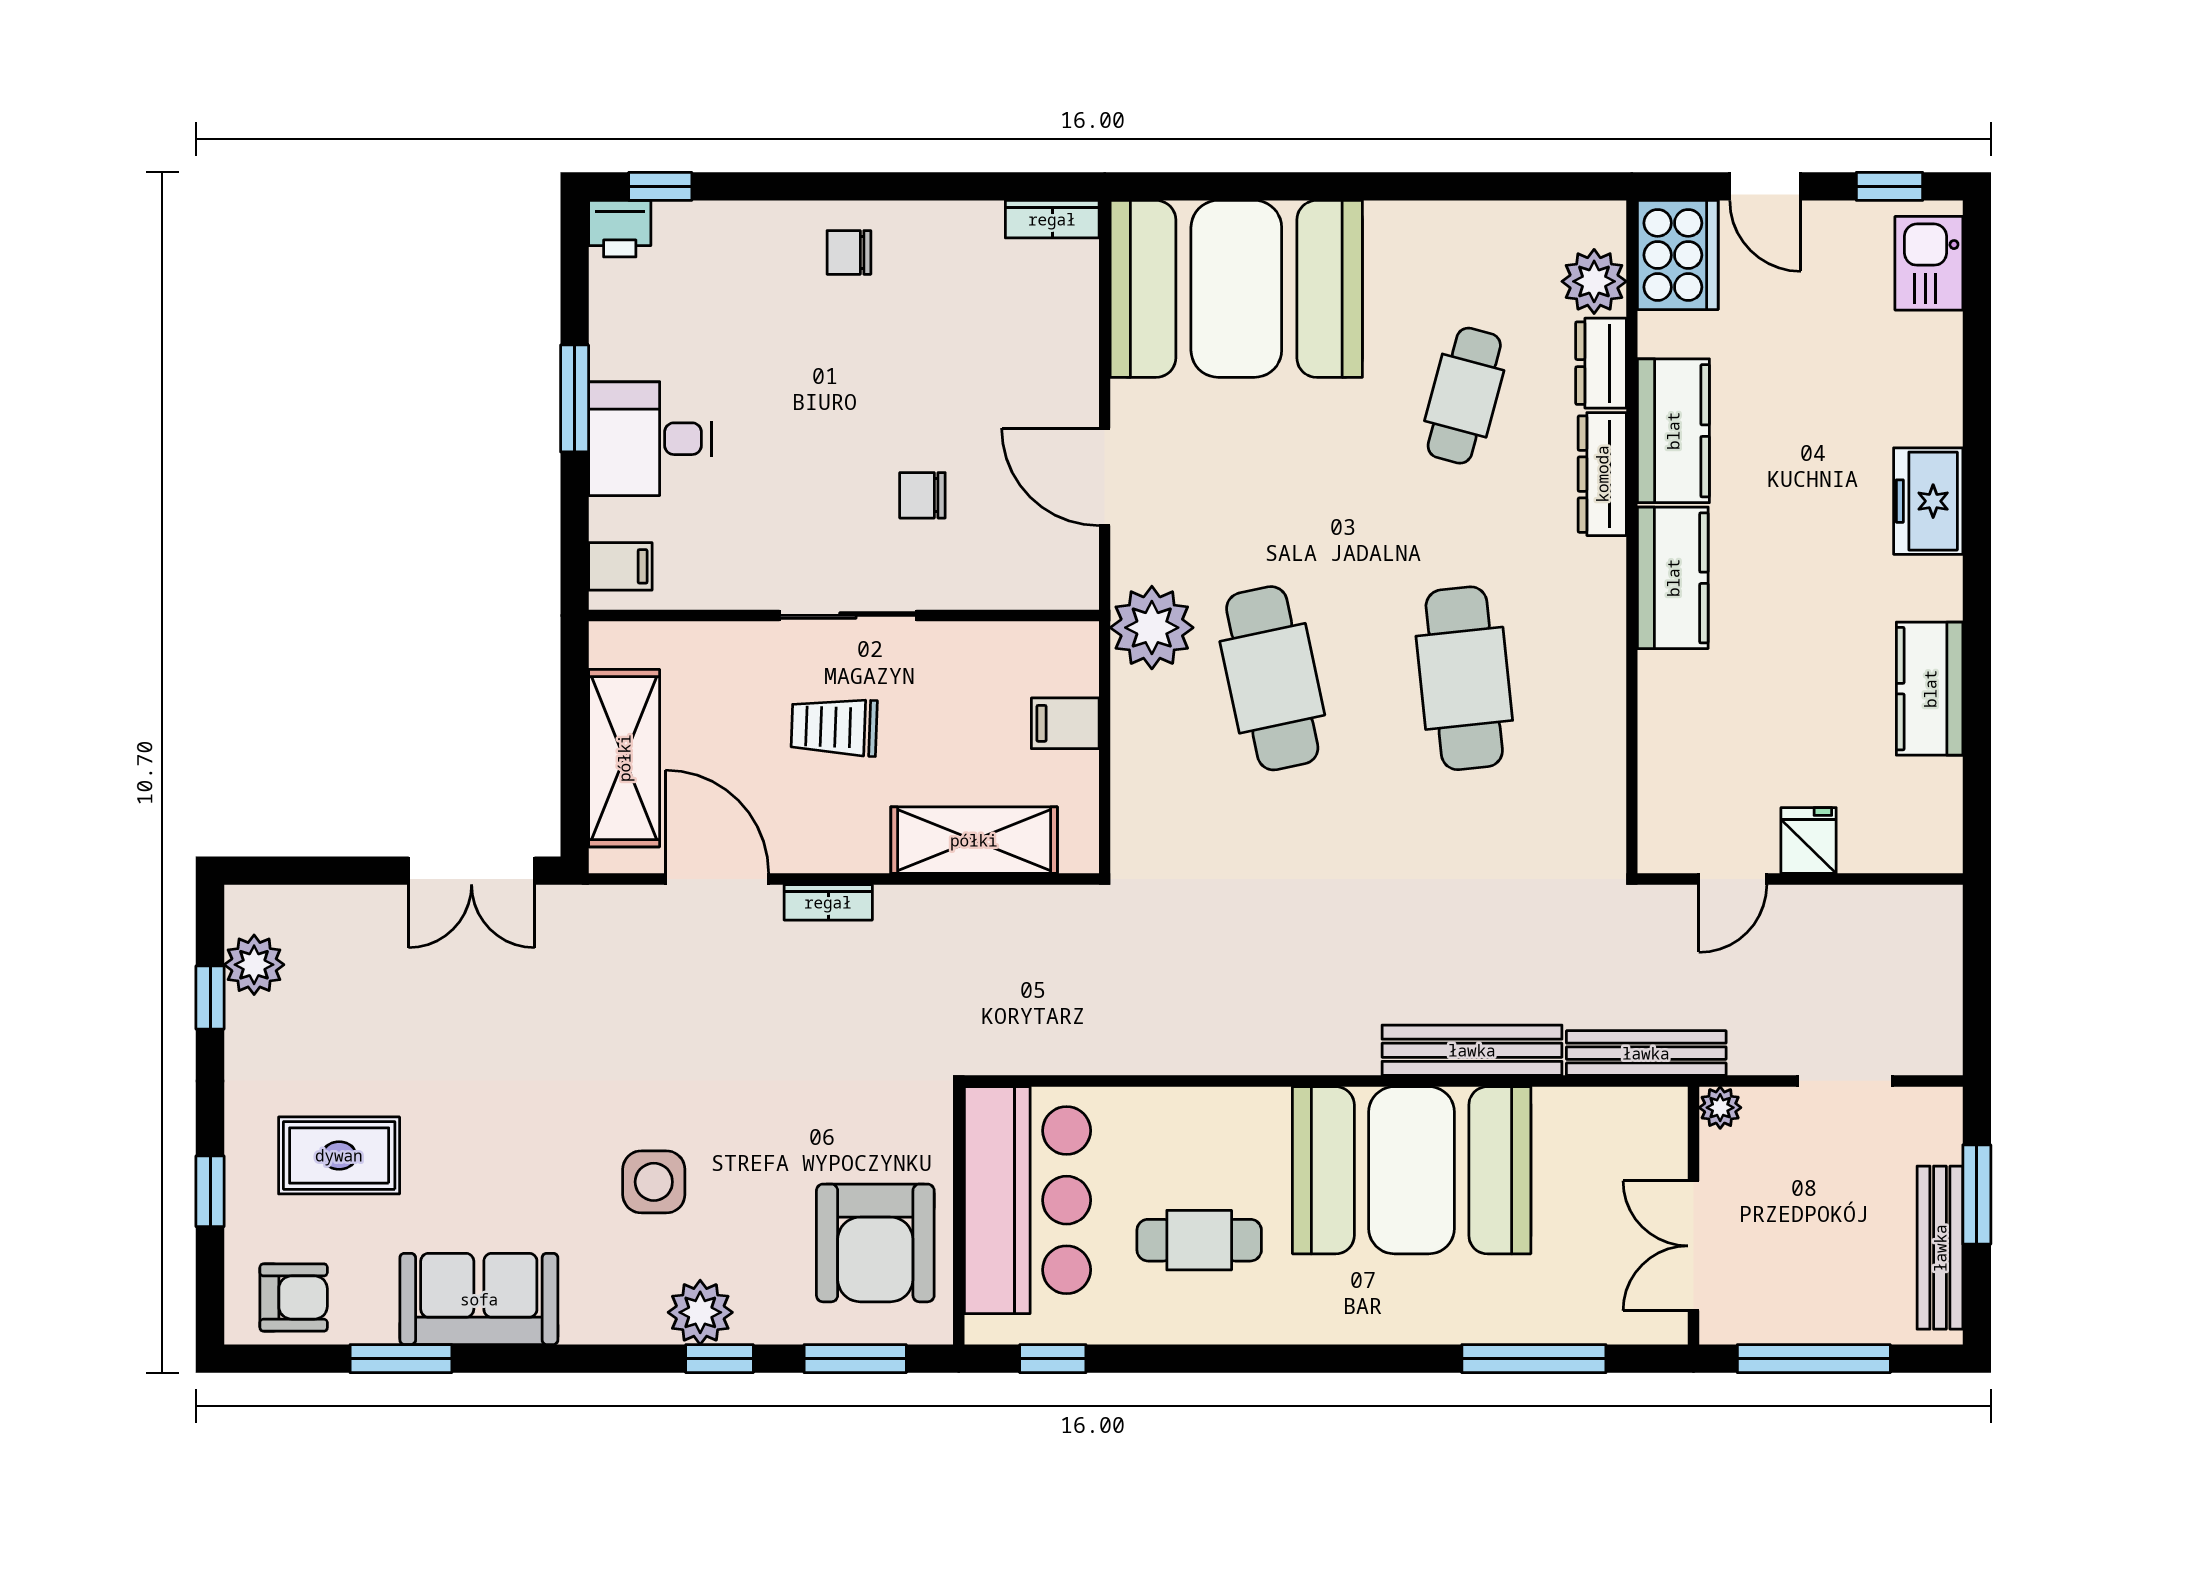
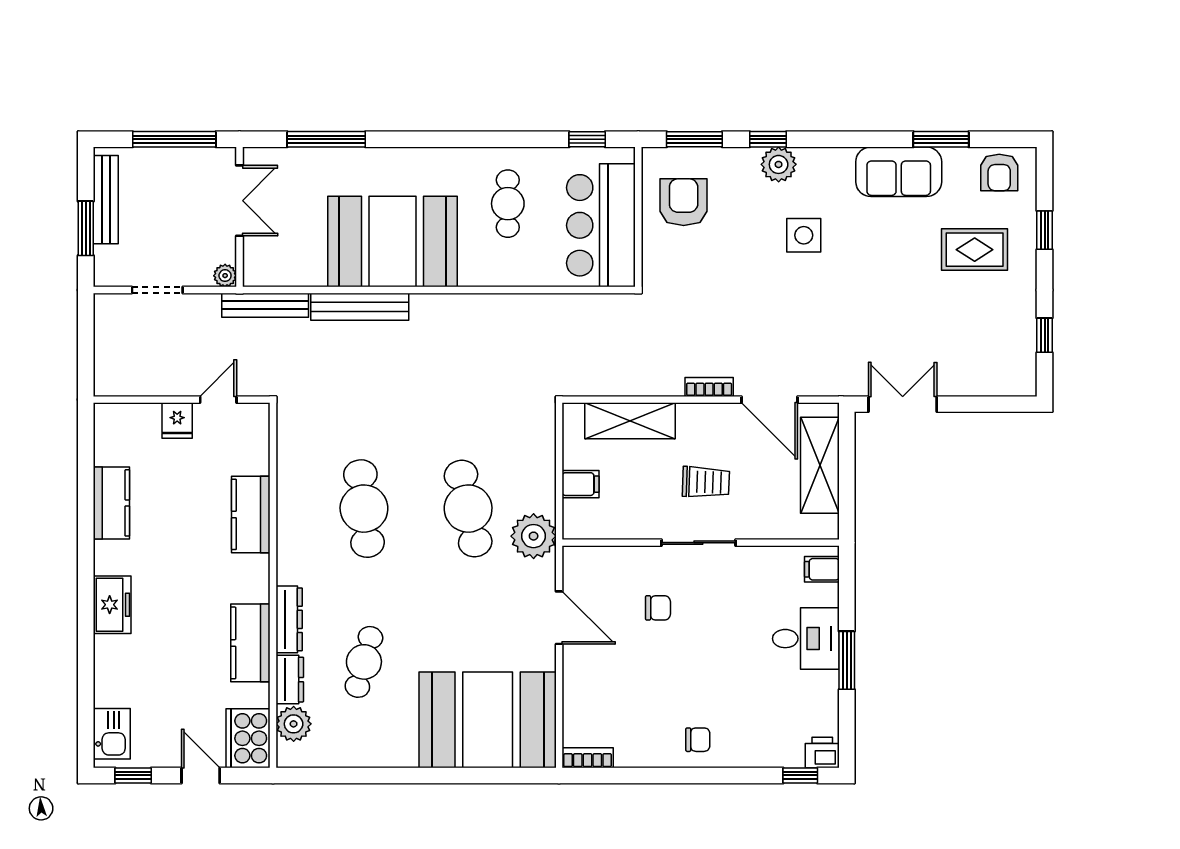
kitchen counter: (1673, 578) -> (251, 514), moved
plant: (254, 965) -> (1021, 353), removed
cafe table: (1199, 1240) -> (508, 204), turned 90
armchair: (875, 1243) -> (684, 202), width x0.73, depth x0.73
armchair: (294, 1298) -> (999, 172), turned -90

